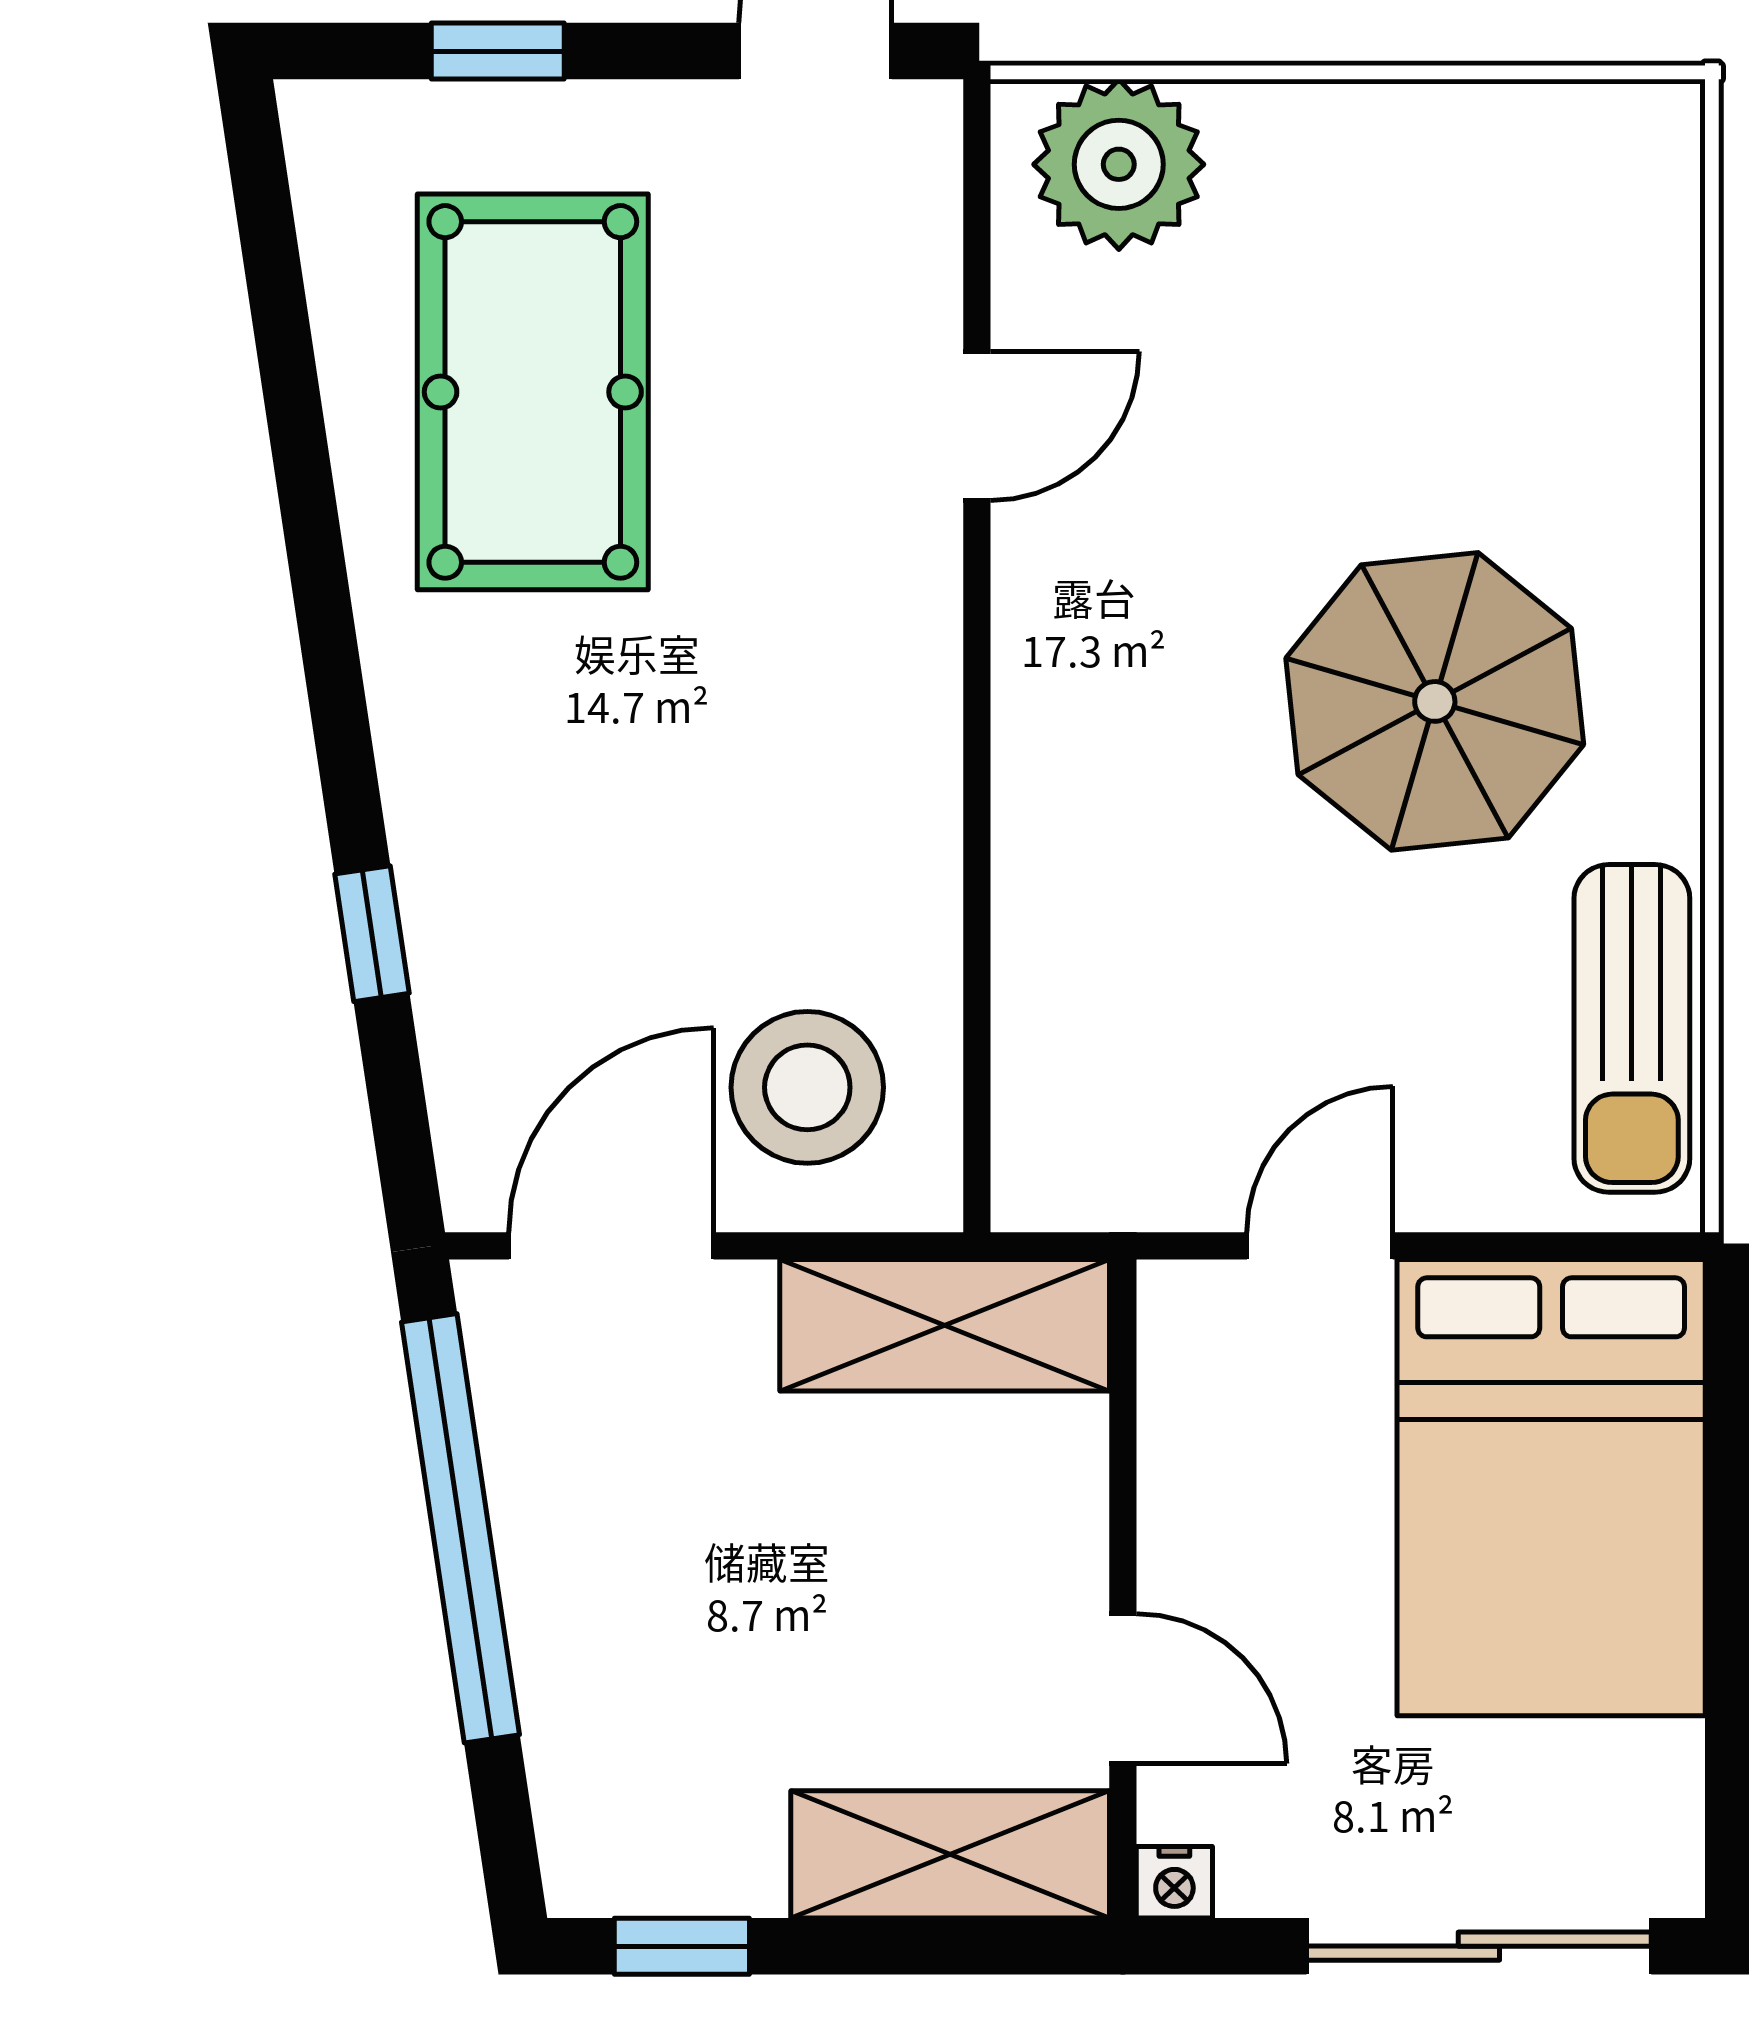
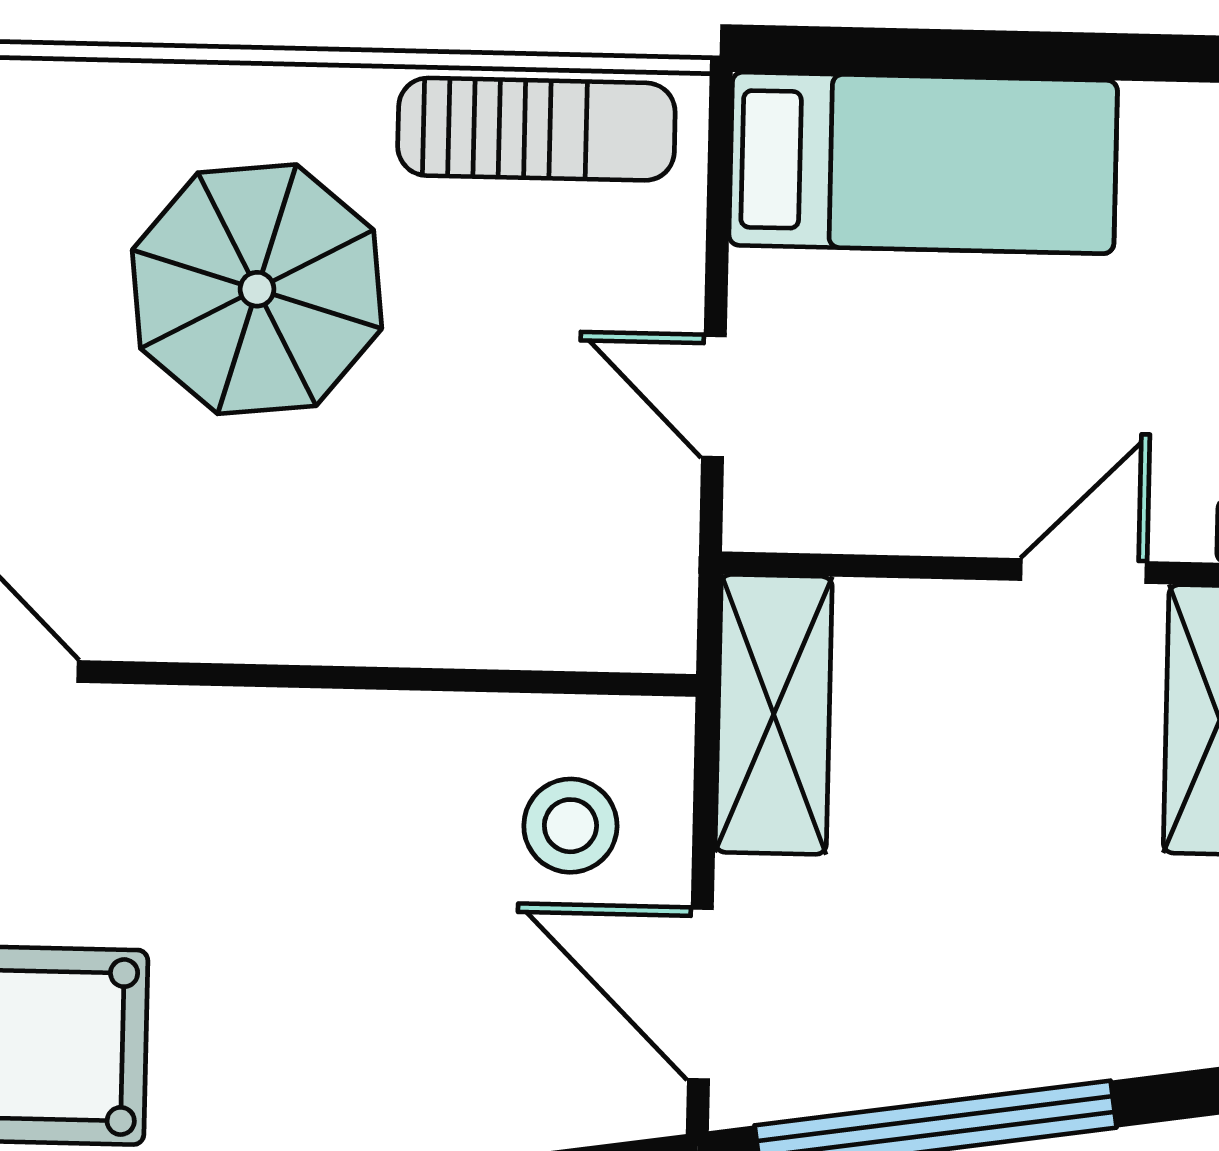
stool: (807, 1087) -> (570, 826), width x0.73, depth x0.73
bed: (1551, 1488) -> (923, 163), width x0.67

